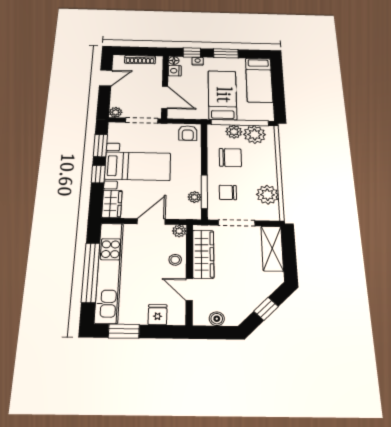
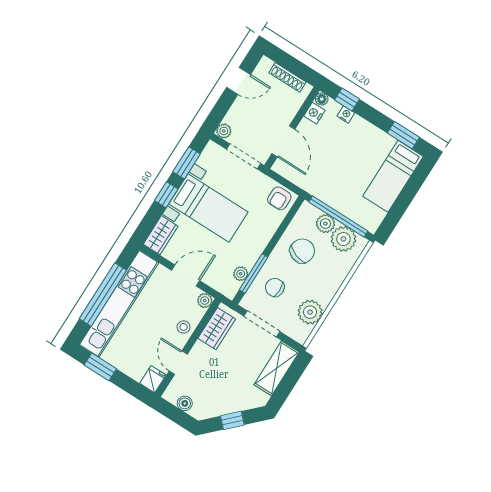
window: (226, 53) -> (403, 135), moved
bed: (222, 95) -> (343, 173), removed
chair: (230, 158) -> (302, 251), turned -70
wardrobe: (203, 254) -> (217, 329), width x0.67
fridge: (158, 315) -> (153, 379), moved

